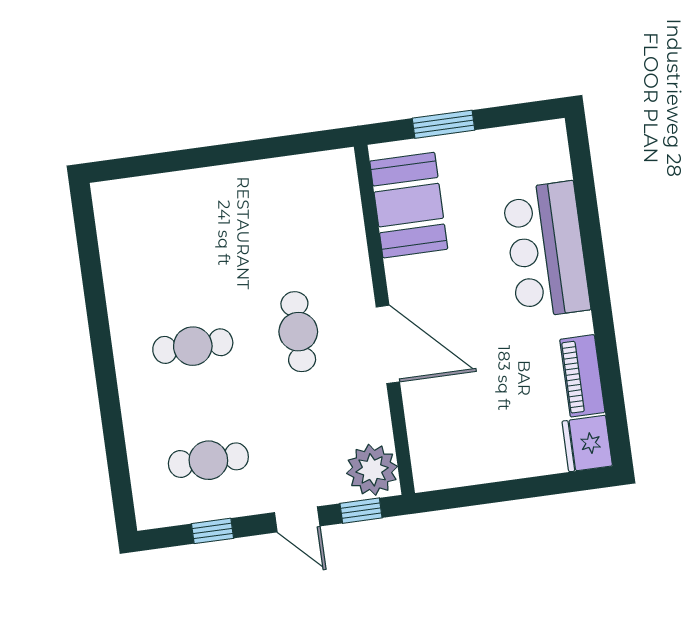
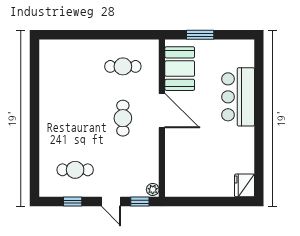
door: (388, 344) -> (162, 111), moved
cafe table: (193, 346) -> (123, 66), moved
piano: (582, 376) -> (246, 155), removed
plant: (372, 470) -> (153, 189), width x0.53, depth x0.53

